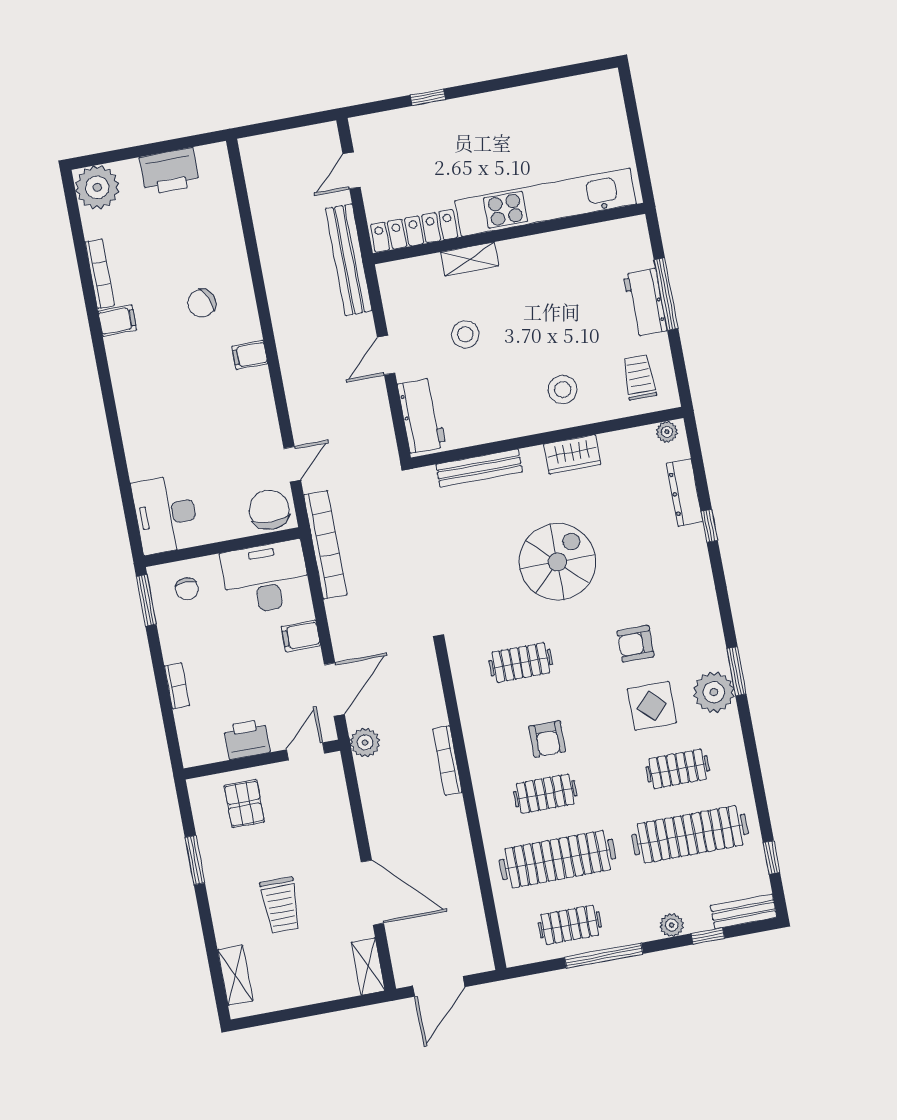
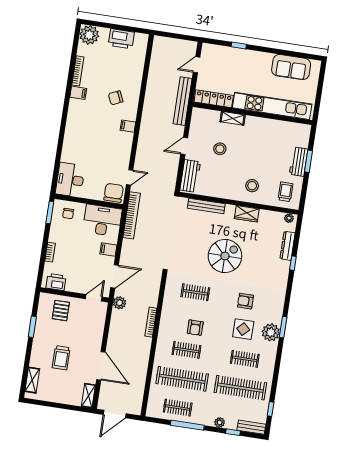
sofa: (557, 104) -> (291, 67), added
window: (666, 294) -> (309, 161), width x0.69
printer: (247, 739) -> (56, 282), moved

